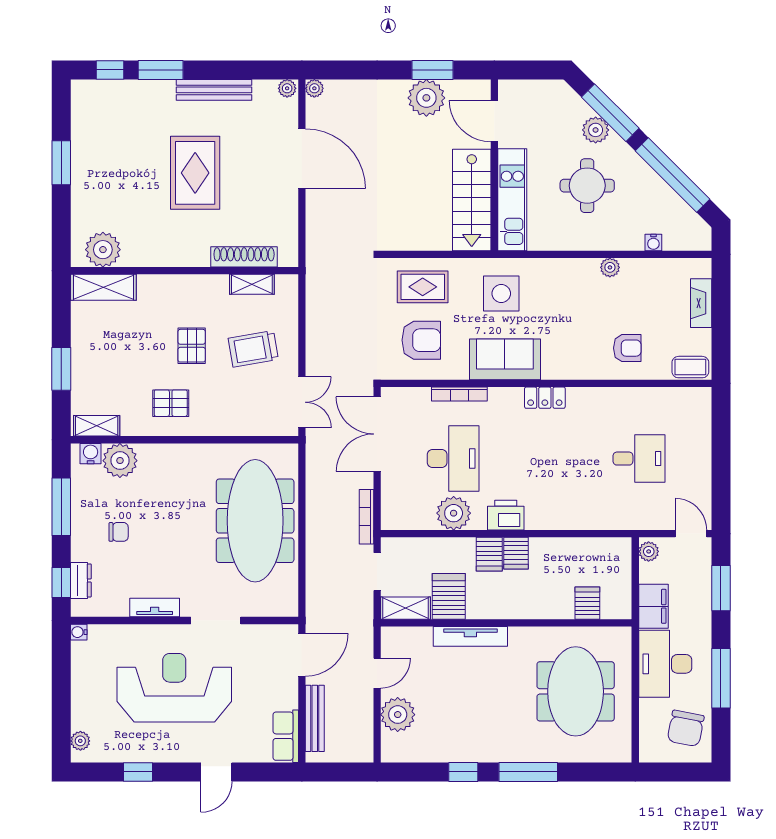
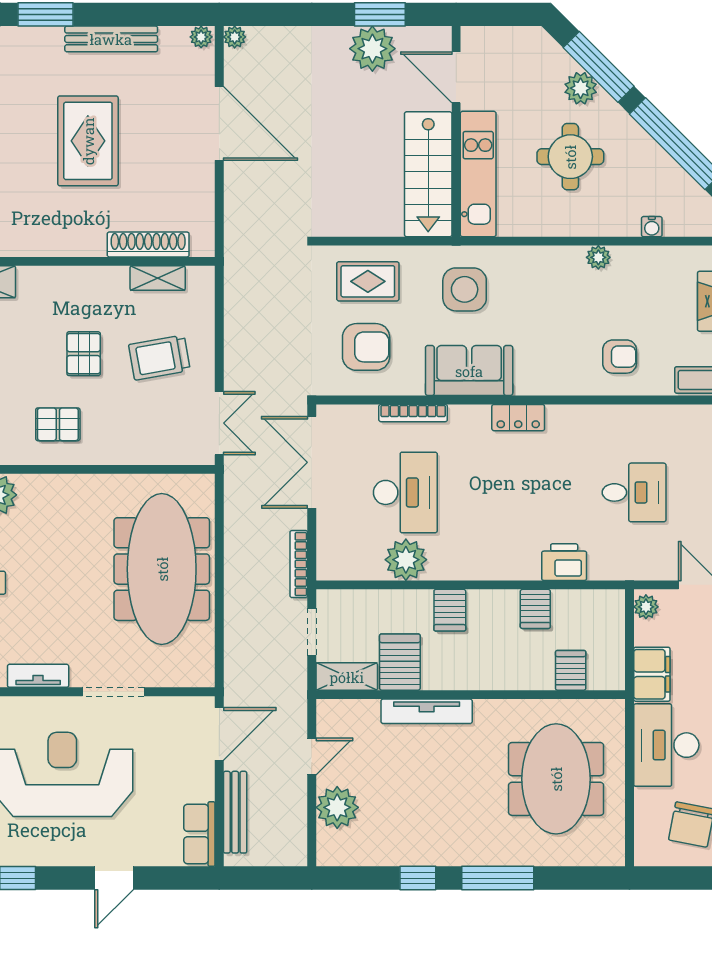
printer: (506, 515) -> (564, 562), moved
server rack: (516, 553) -> (535, 609), moved

